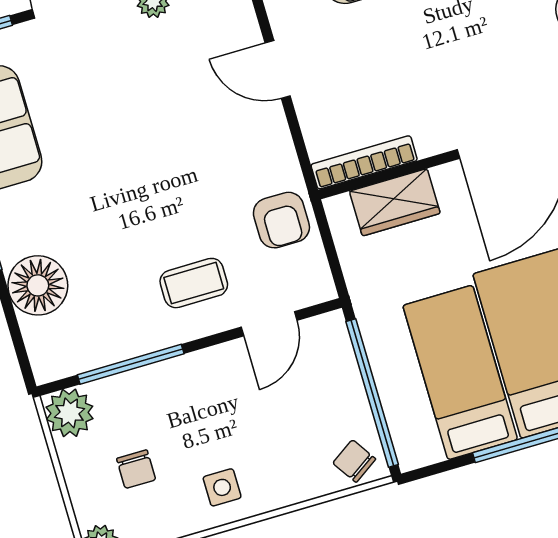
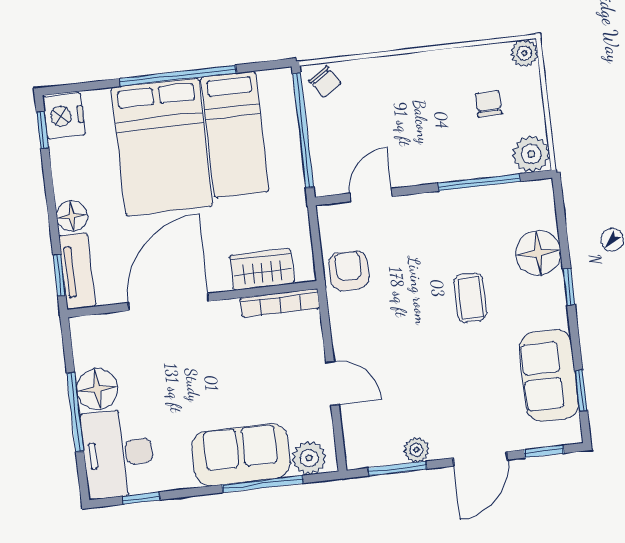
coffee table: (194, 283) -> (470, 298), moved, turned 90
side table: (222, 487) -> (427, 79), removed

